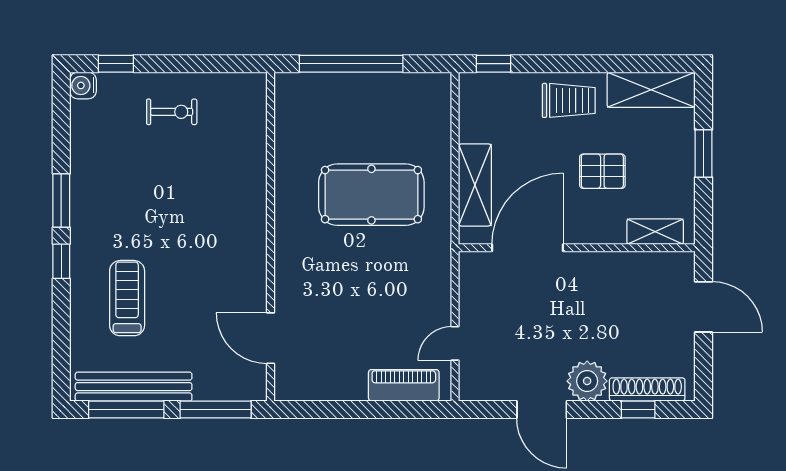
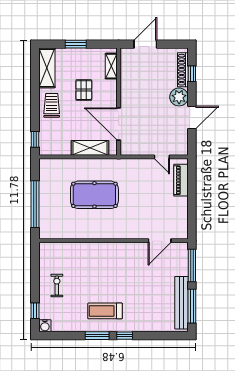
pool table: (371, 195) -> (94, 195), turned 90
treadmill: (127, 298) -> (105, 311), moved

